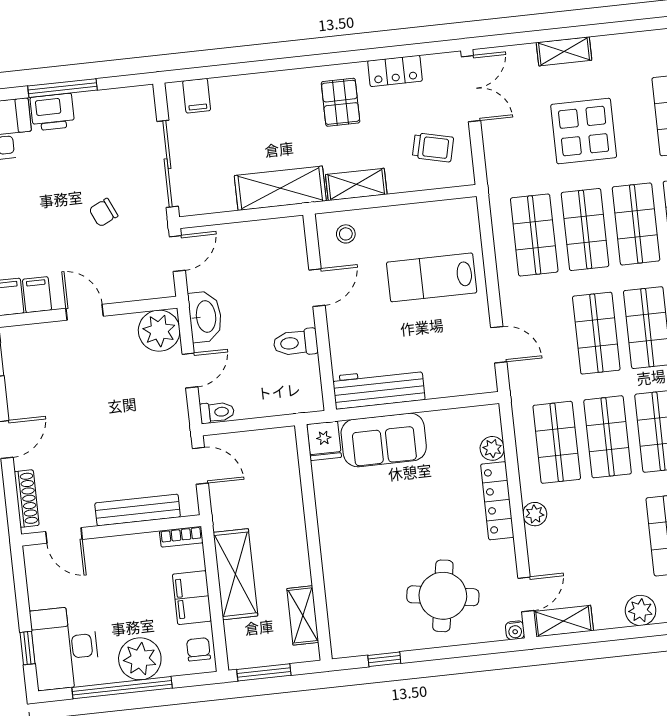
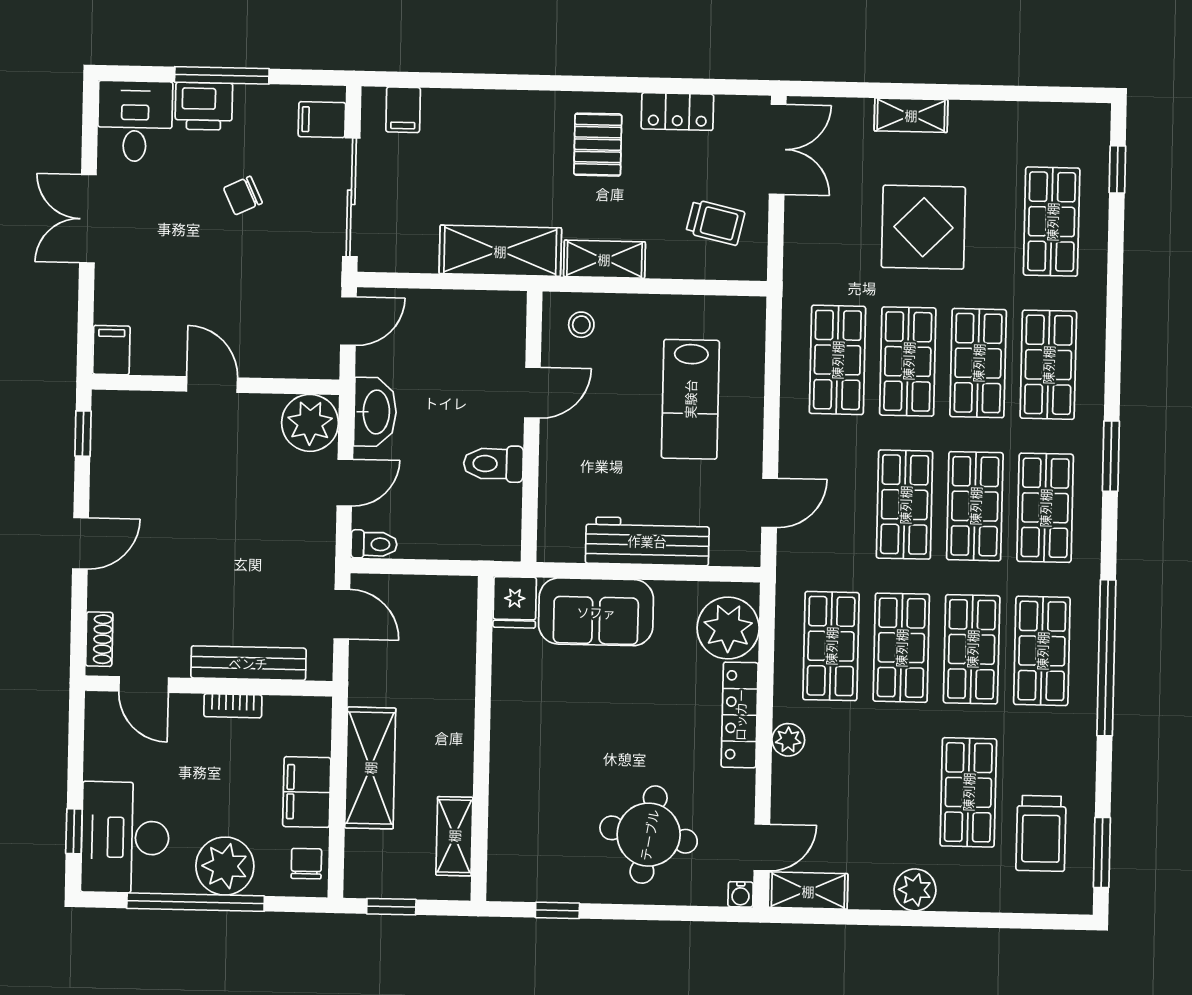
chair: (103, 212) -> (243, 195), moved
lab bench: (432, 277) -> (690, 399), turned -90
filing cabinet: (37, 295) -> (322, 120), moved, turned -90
door: (499, 345) -> (770, 503), hinge flipped
workbench: (379, 388) -> (647, 541), moved
plant: (492, 448) -> (728, 628), width x1.87, depth x1.87
shoe rack: (27, 499) -> (99, 639), width x0.70
bookcase: (181, 537) -> (233, 706), moved
window: (264, 672) -> (391, 907), width x0.67

